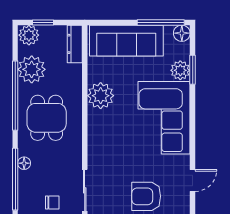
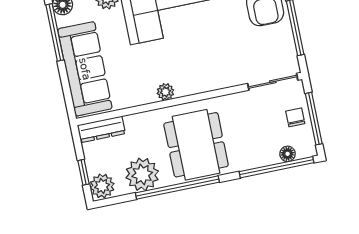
plant: (101, 96) -> (165, 92), width x0.53, depth x0.53
dining table: (47, 118) -> (196, 145), width x1.38
floor lamp: (24, 163) -> (288, 154), moved

